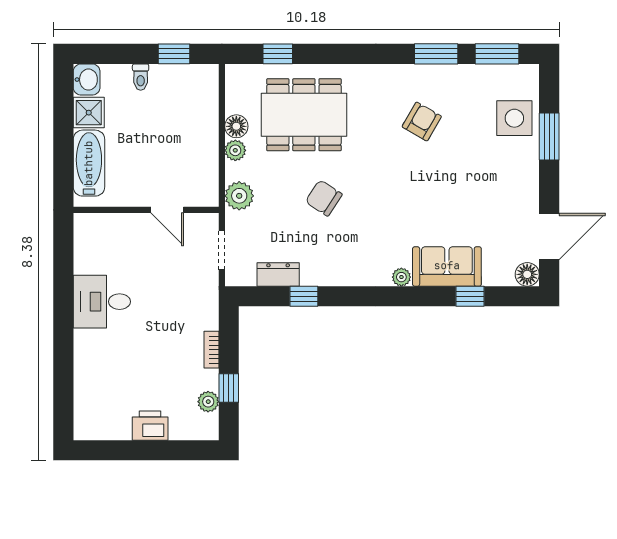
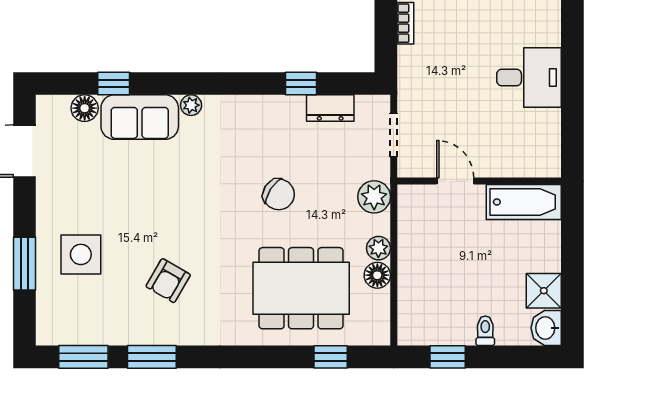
side table: (514, 118) -> (81, 254), moved
bathtub: (89, 163) -> (524, 202), moved, turned -90
floor lamp: (527, 274) -> (85, 108), moved

